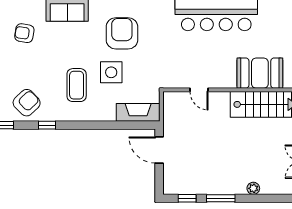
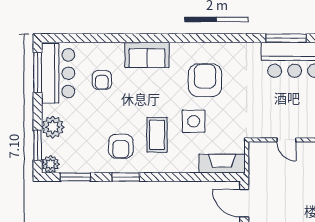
armchair: (24, 33) -> (102, 80), turned -99
armchair: (27, 103) -> (121, 146), moved, turned 134
window: (47, 125) -> (126, 177), width x1.50

